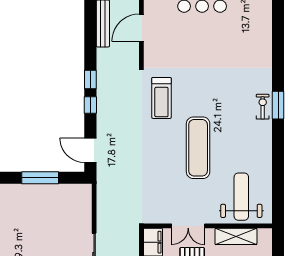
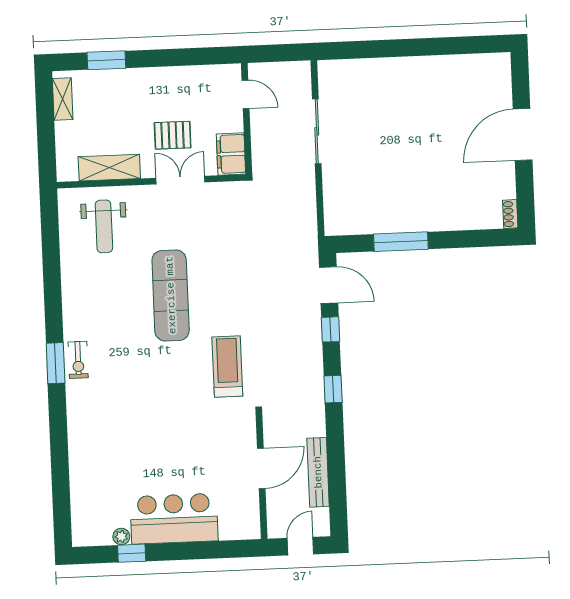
window: (90, 105) -> (331, 329), moved
weight bench: (241, 197) -> (104, 226), width x0.73, depth x0.75

